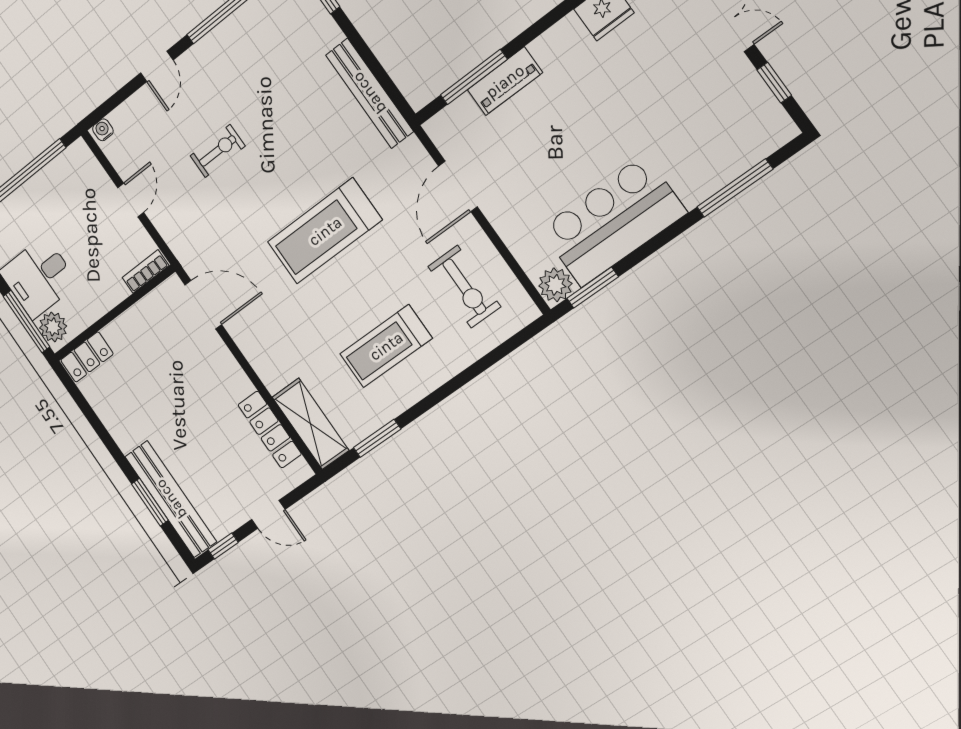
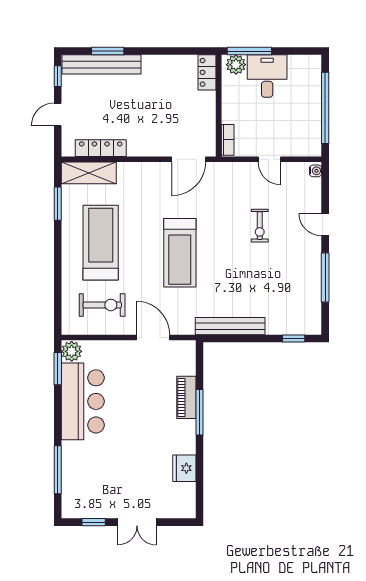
window: (474, 77) -> (200, 412), moved
treadmill: (325, 231) -> (180, 253), turned 180
exercise bike: (464, 287) -> (102, 305), turned 180
treadmill: (386, 346) -> (101, 243), width x1.37, depth x1.38

